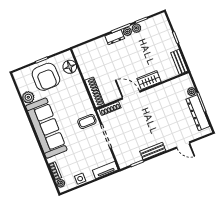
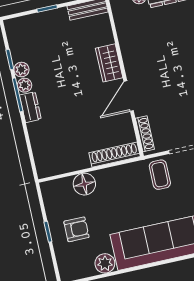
floor lamp: (70, 67) -> (84, 184), moved
armchair: (46, 77) -> (76, 229), width x0.53, depth x0.53

